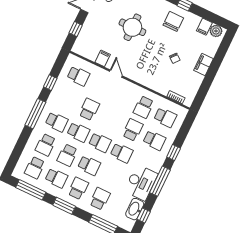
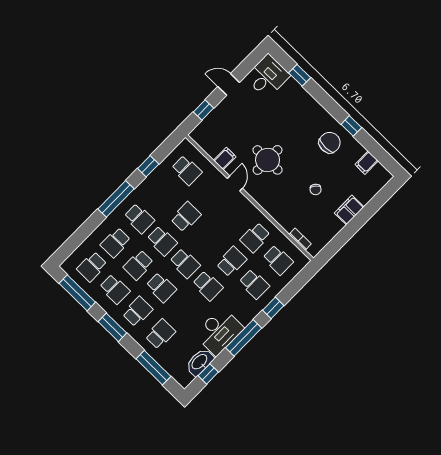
round table: (132, 27) -> (268, 160), moved
plant: (216, 31) -> (379, 173), removed

